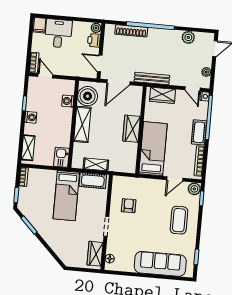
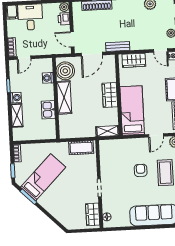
door: (45, 76) -> (24, 58), swing flipped
bench: (152, 79) -> (118, 47), width x0.73
shelving: (28, 148) -> (17, 115), moved
kitchen sink: (61, 157) -> (48, 110), moved
shelving: (96, 164) -> (107, 131), moved
bed: (66, 196) -> (43, 177), moved, turned -135
armchair: (129, 206) -> (141, 170), moved

